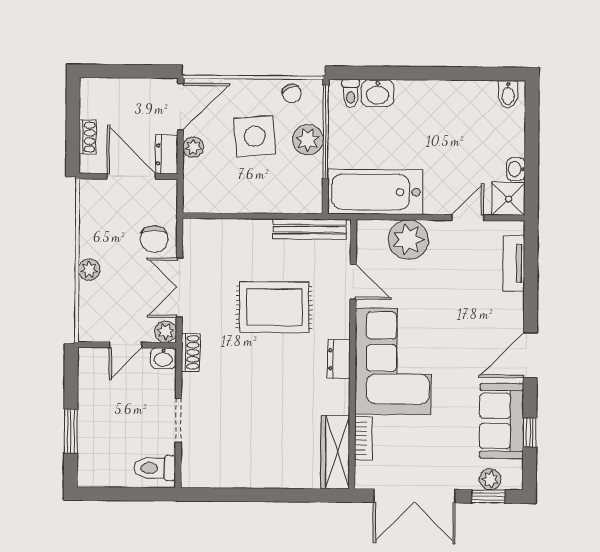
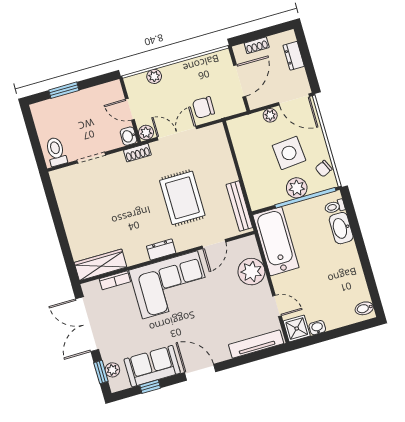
washbasin: (378, 93) -> (341, 228), width x1.38
dresser: (167, 154) -> (294, 56), moved, turned -90
tv unit: (514, 263) -> (256, 344), width x1.41
plant: (89, 270) -> (154, 76), moved

